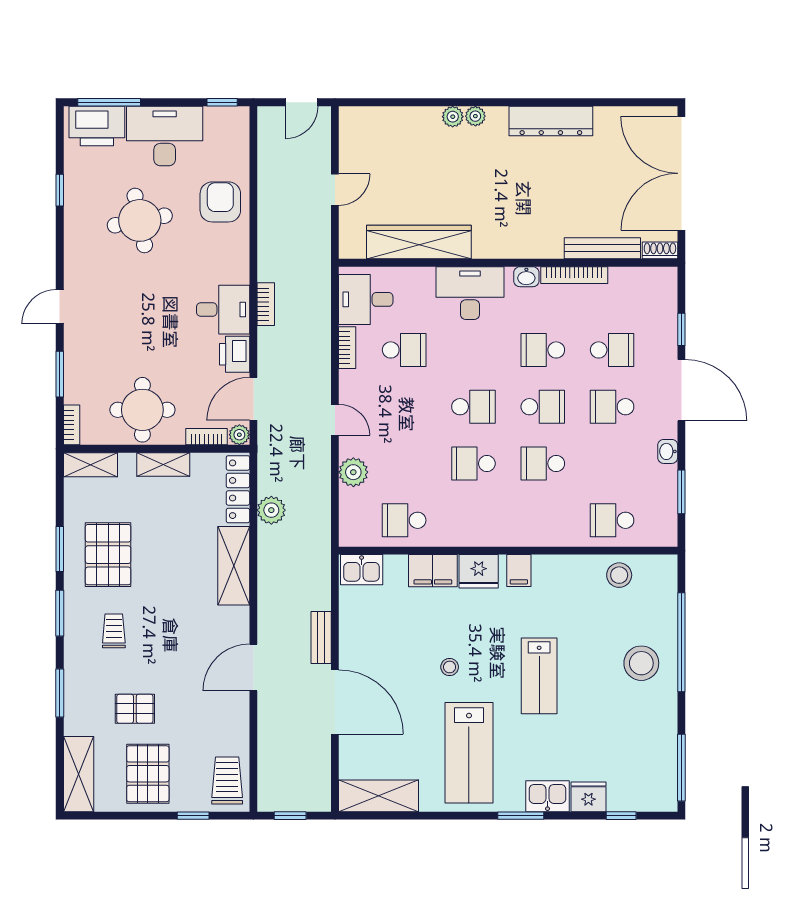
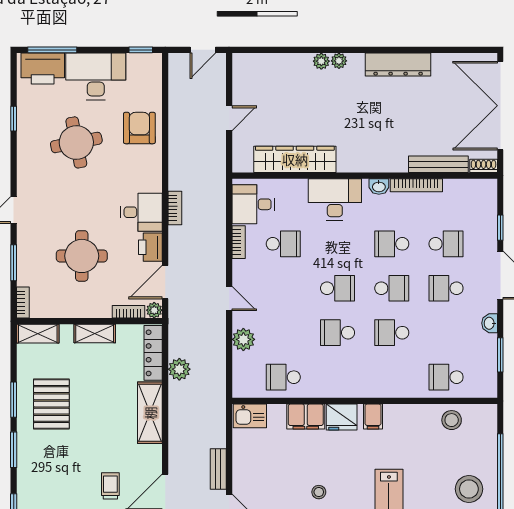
round table: (142, 410) -> (82, 256), moved
trolley: (114, 631) -> (110, 486), moved

